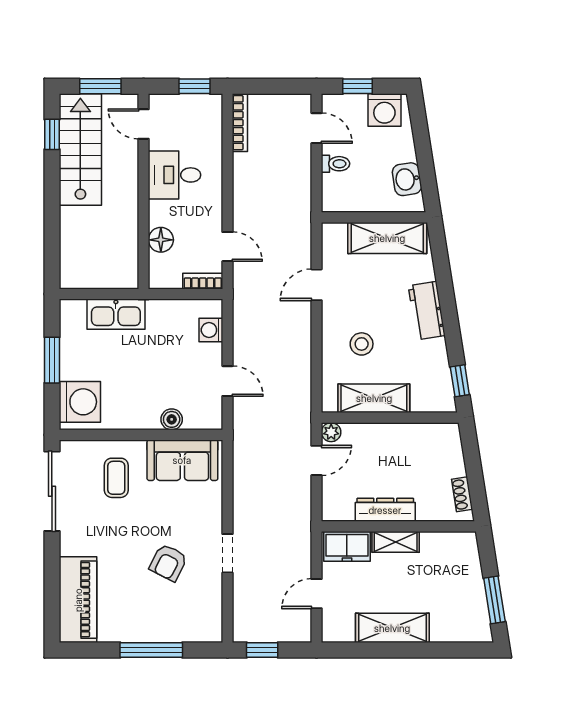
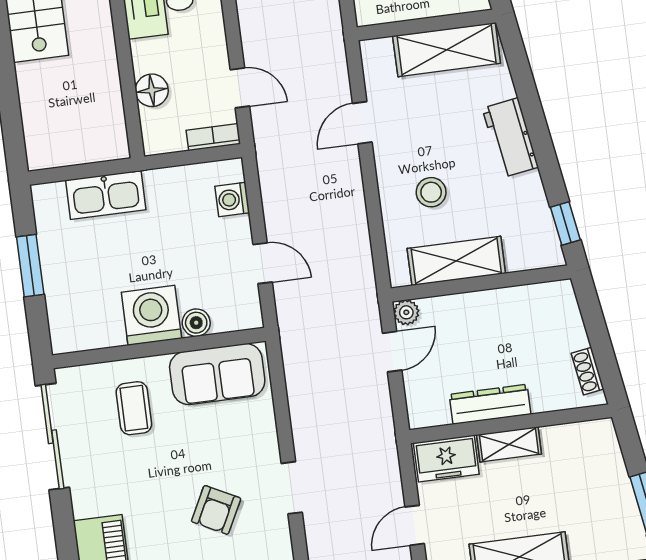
washing machine: (80, 402) -> (151, 315), moved, turned -90

